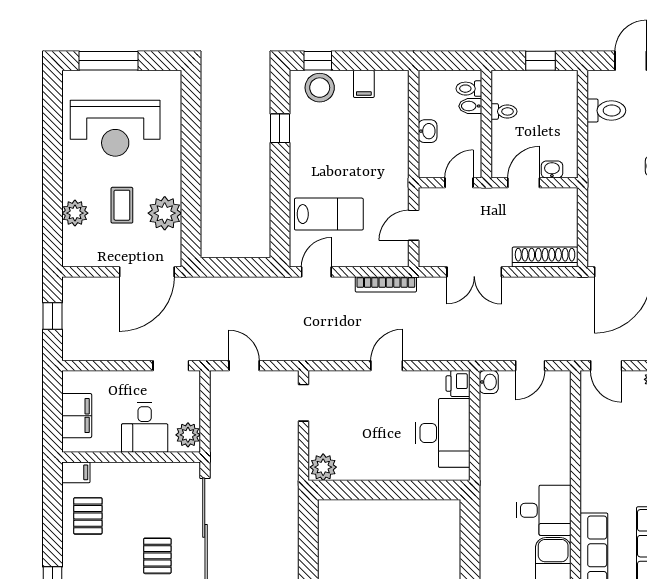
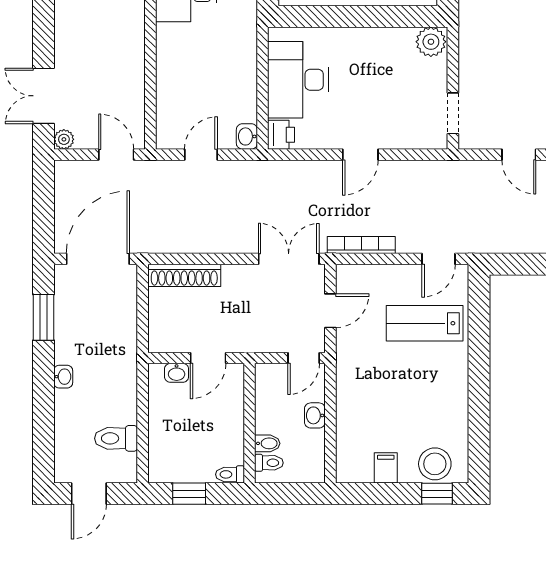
toilet: (504, 111) -> (230, 474), moved
window: (280, 128) -> (479, 419), removed
door: (459, 183) -> (304, 358), moved
double door: (474, 272) -> (289, 259), moved

